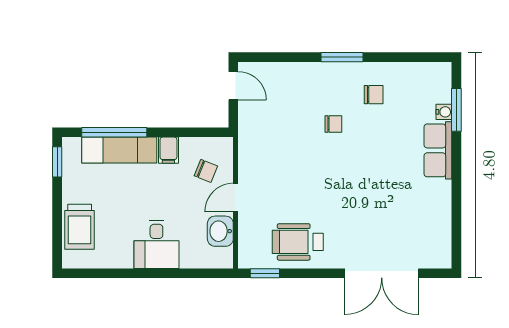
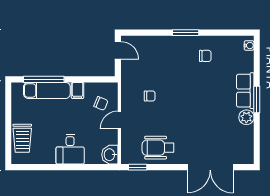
window: (456, 110) -> (257, 100), moved
water cooler: (444, 112) -> (249, 45), moved
chair: (333, 124) -> (150, 96), moved
window: (57, 162) -> (8, 98), removed
plant: (440, 193) -> (246, 117), added
washbasin: (220, 231) -> (110, 155), moved

